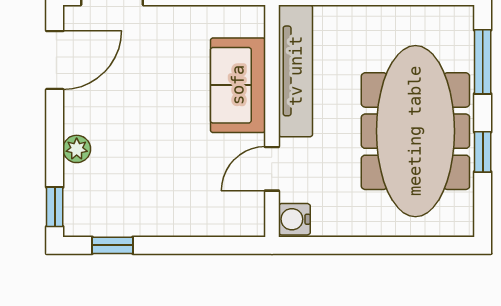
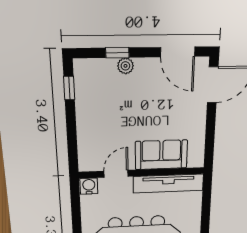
door: (272, 169) -> (116, 174), hinge flipped
window: (55, 207) -> (117, 53), moved

